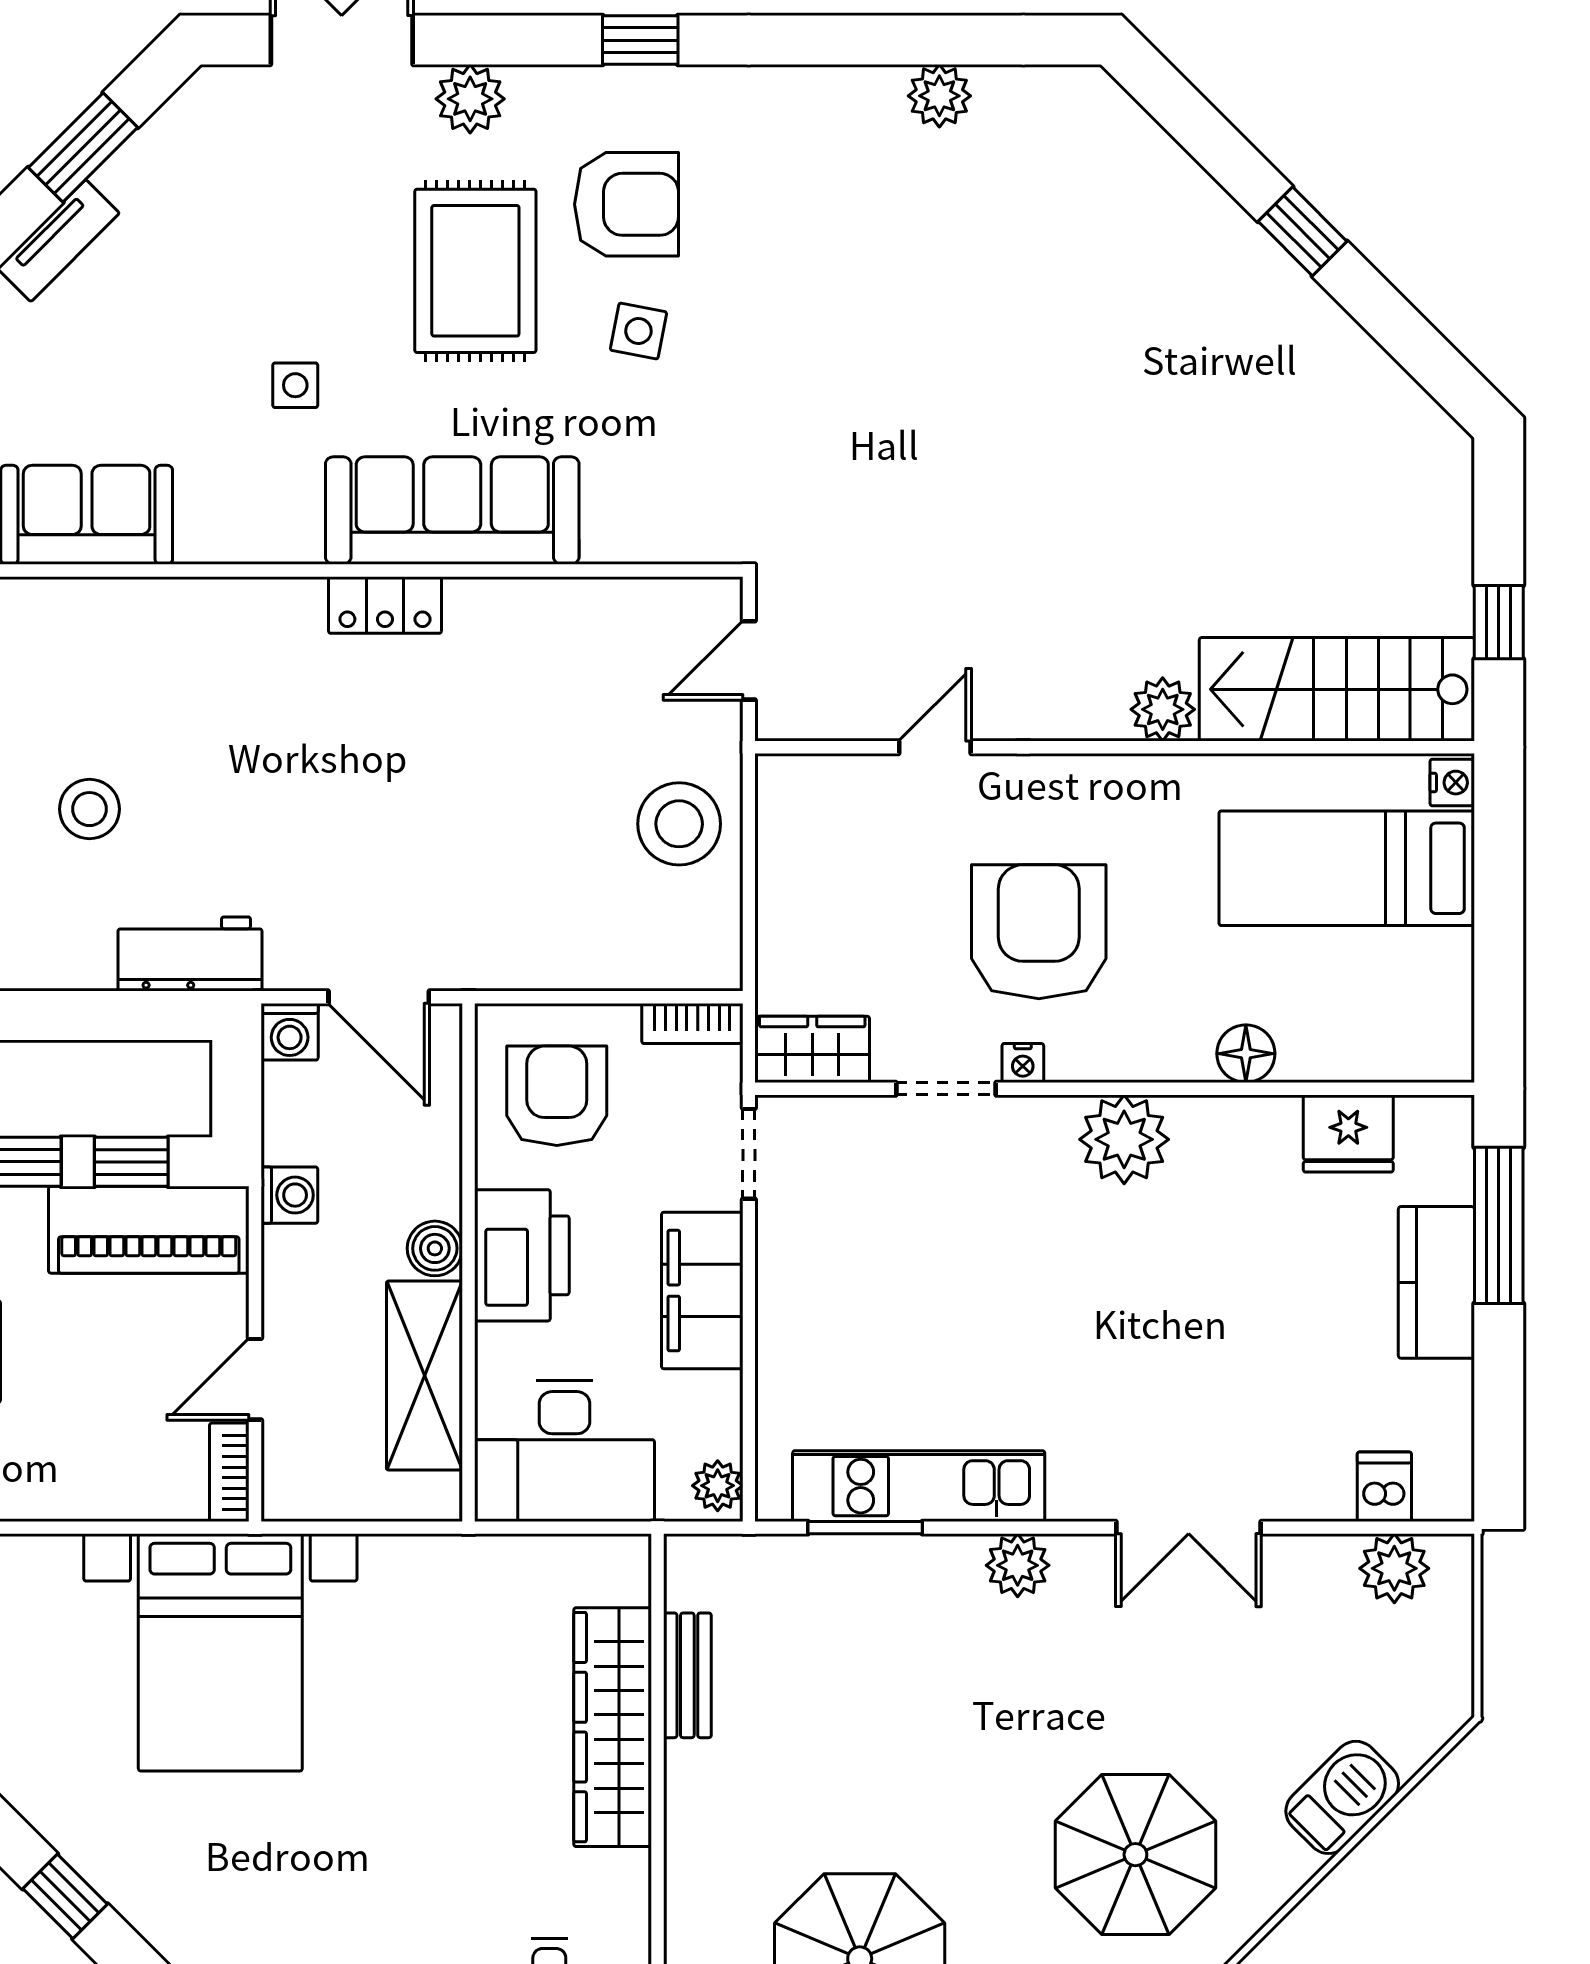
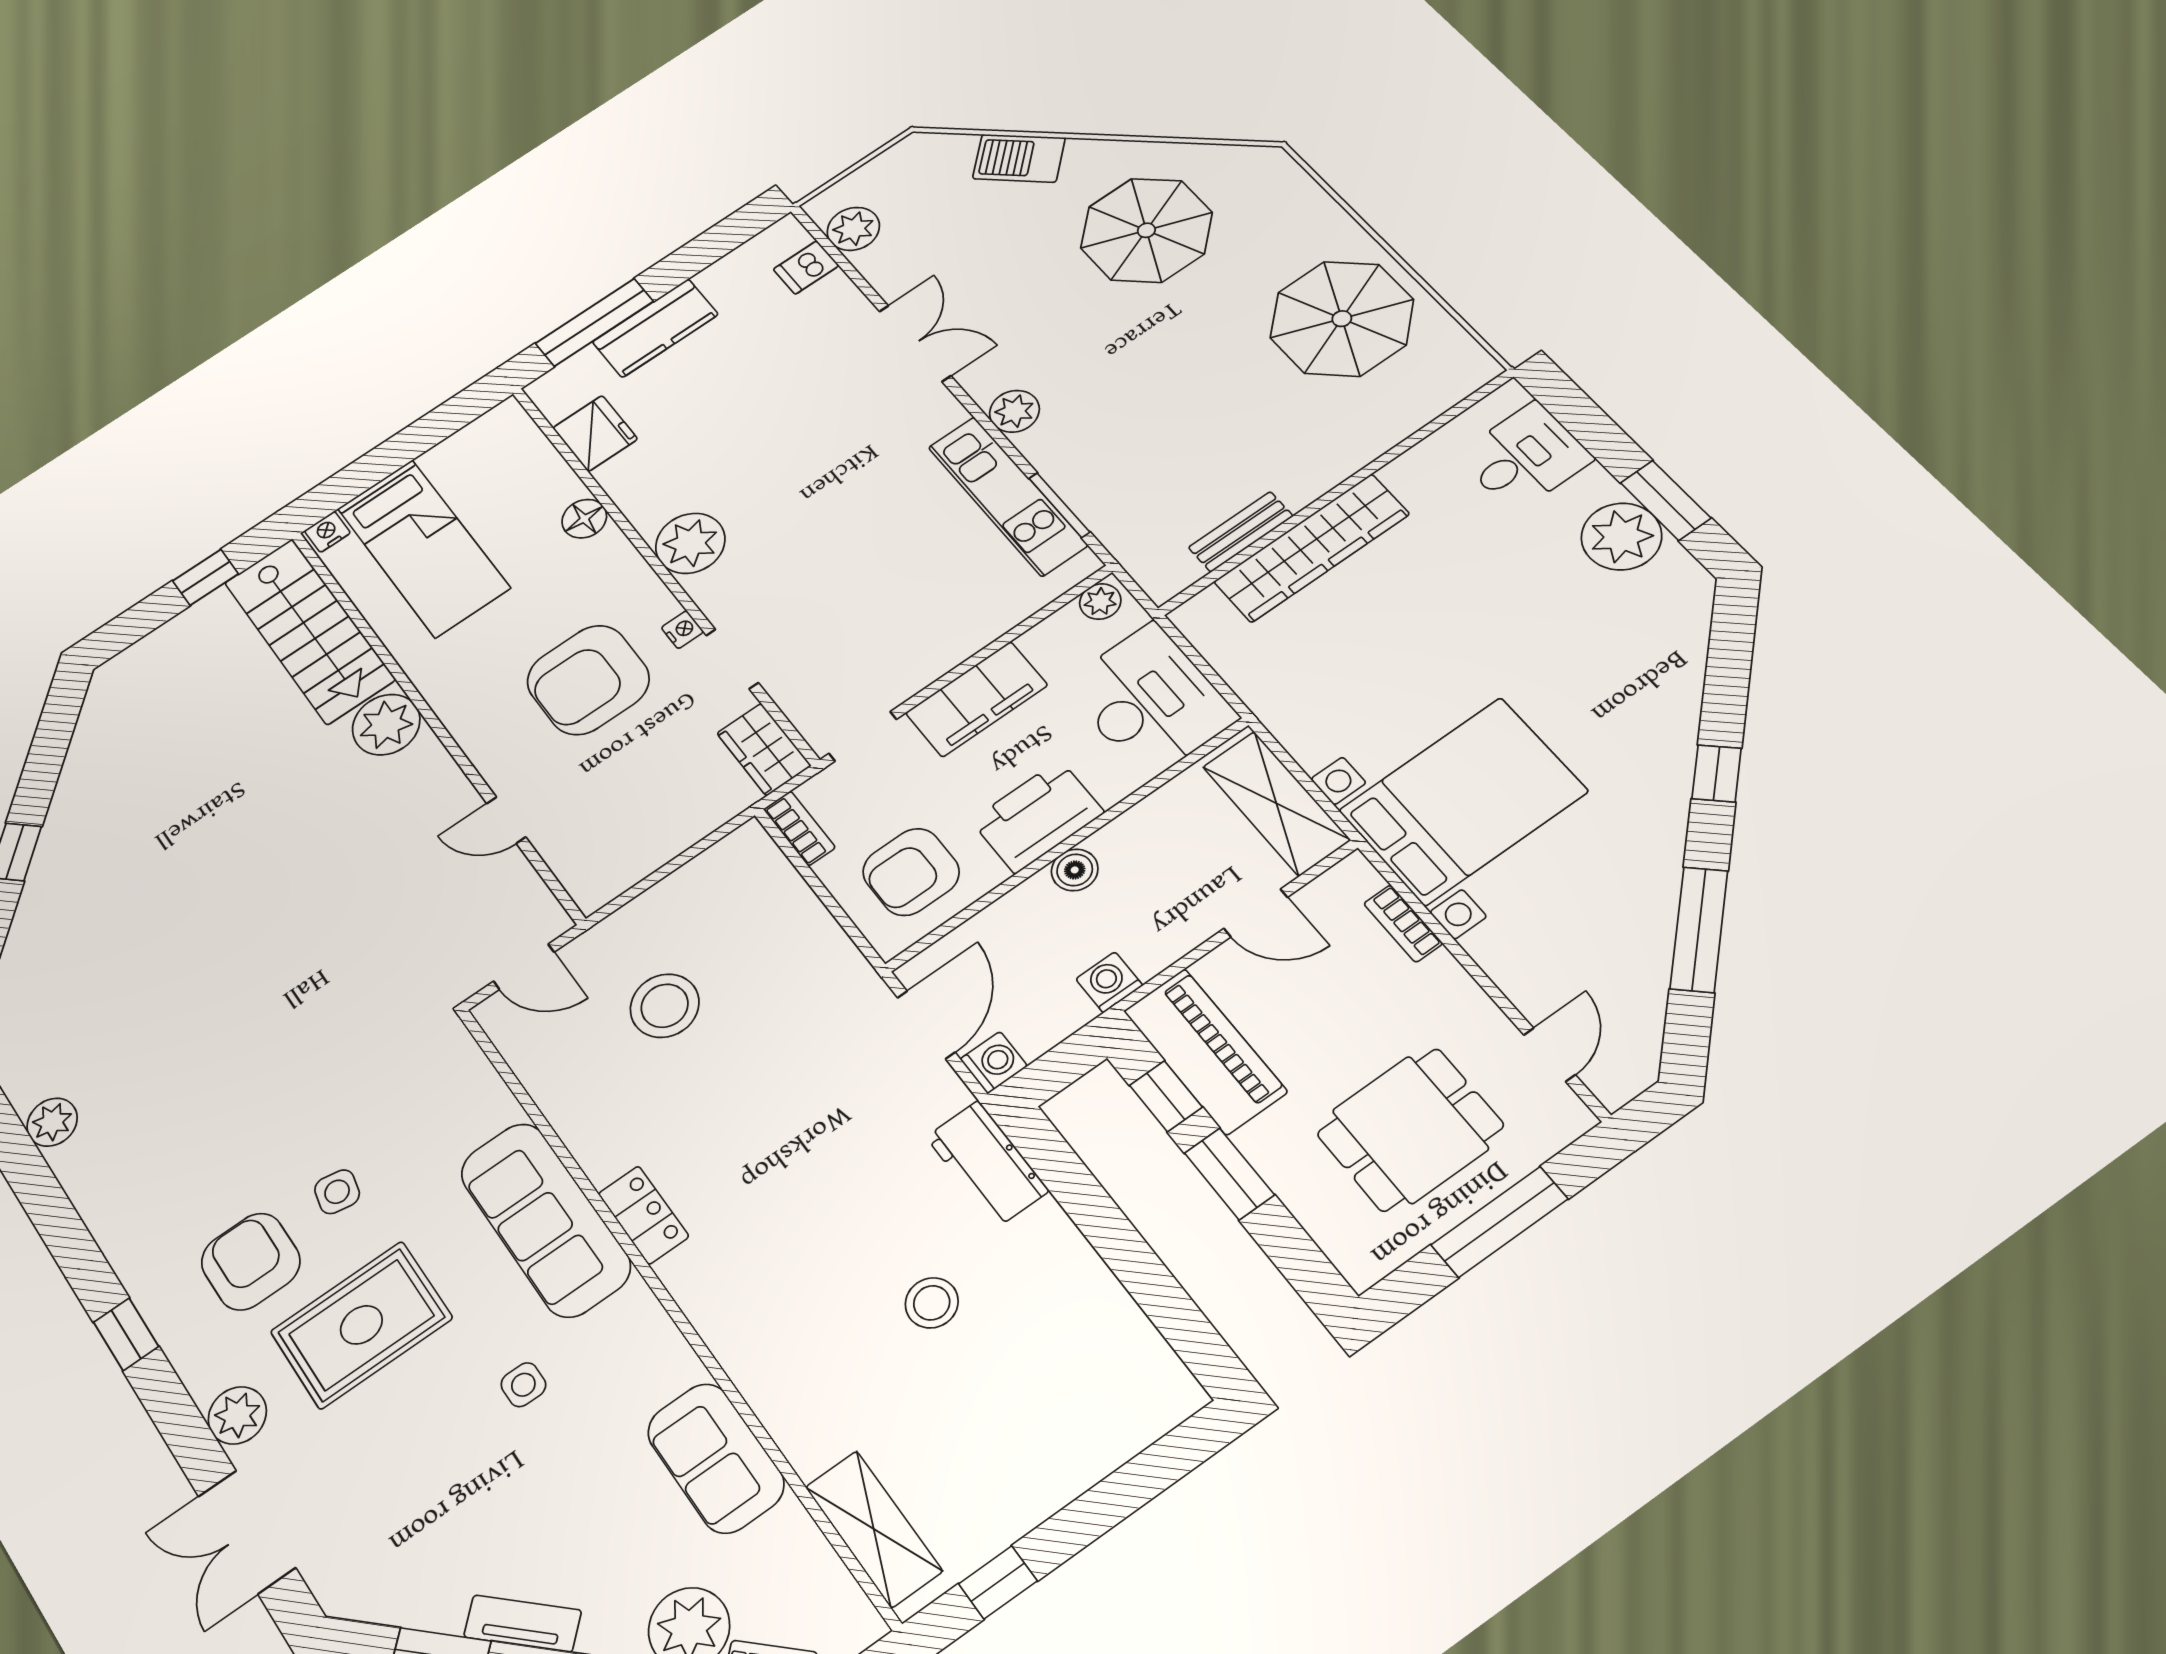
plant: (1163, 709) -> (386, 725), width x1.36, depth x1.36
stool: (679, 824) -> (665, 1006), moved
shelving: (424, 1376) -> (1276, 803), moved, turned 90
bookcase: (229, 1472) -> (1403, 924), moved, turned 90

